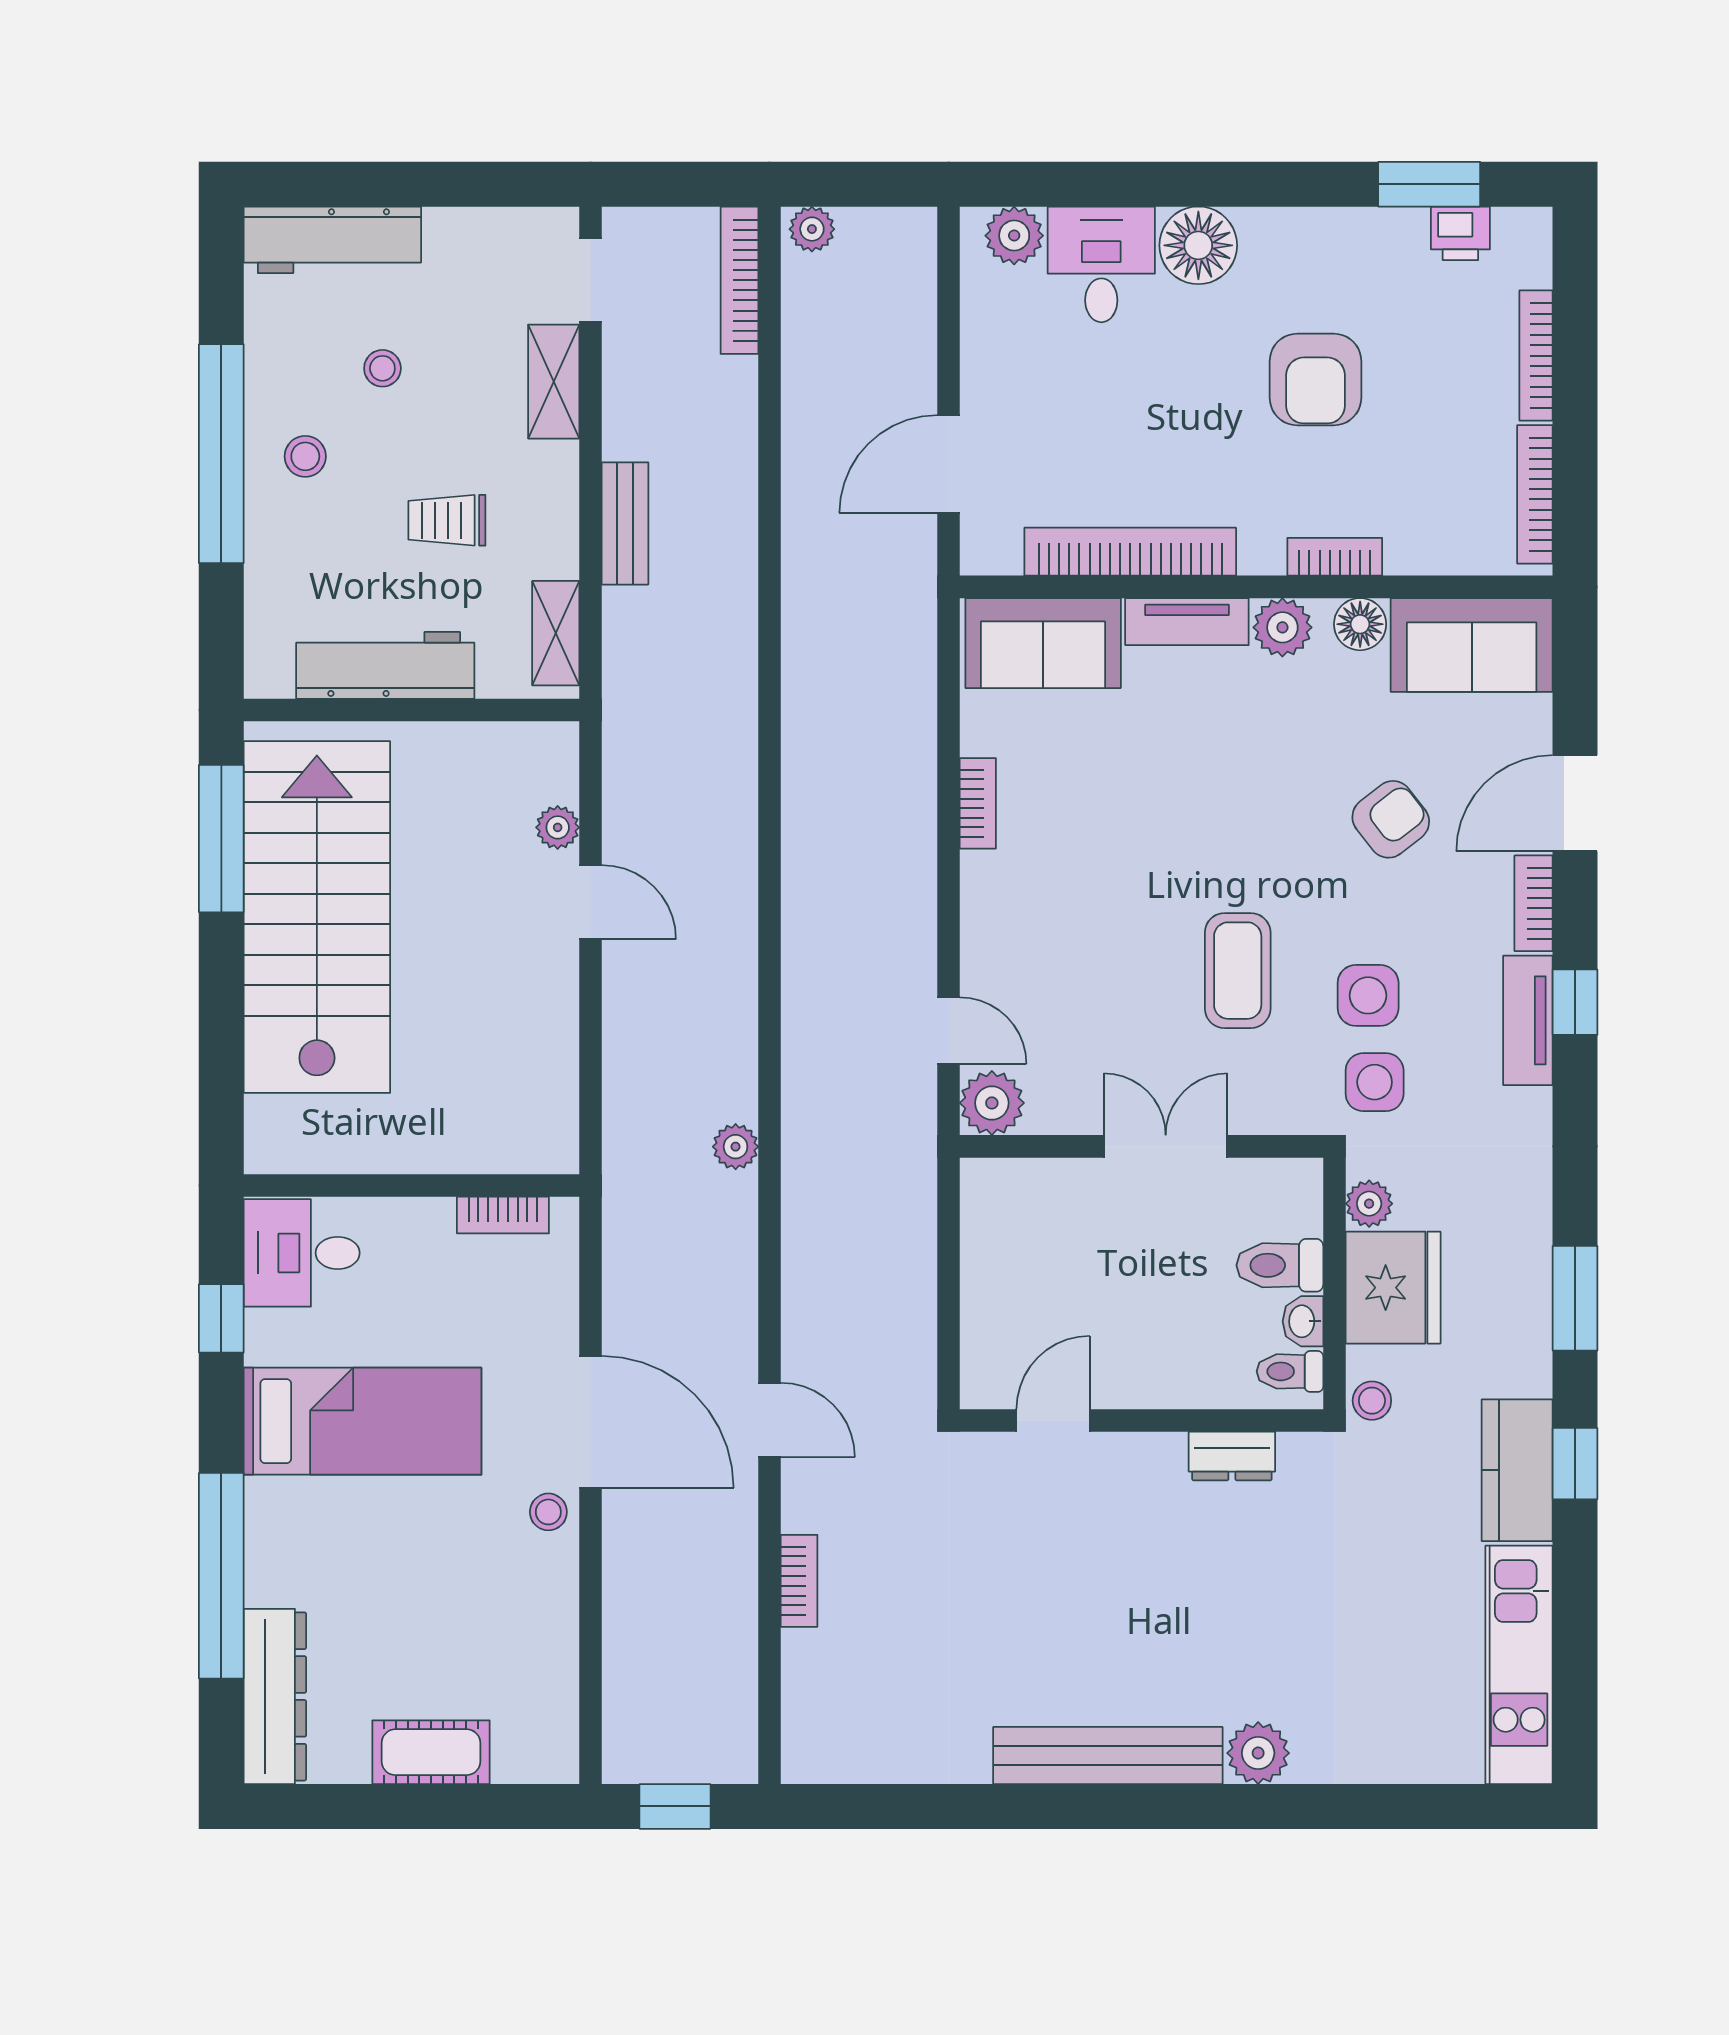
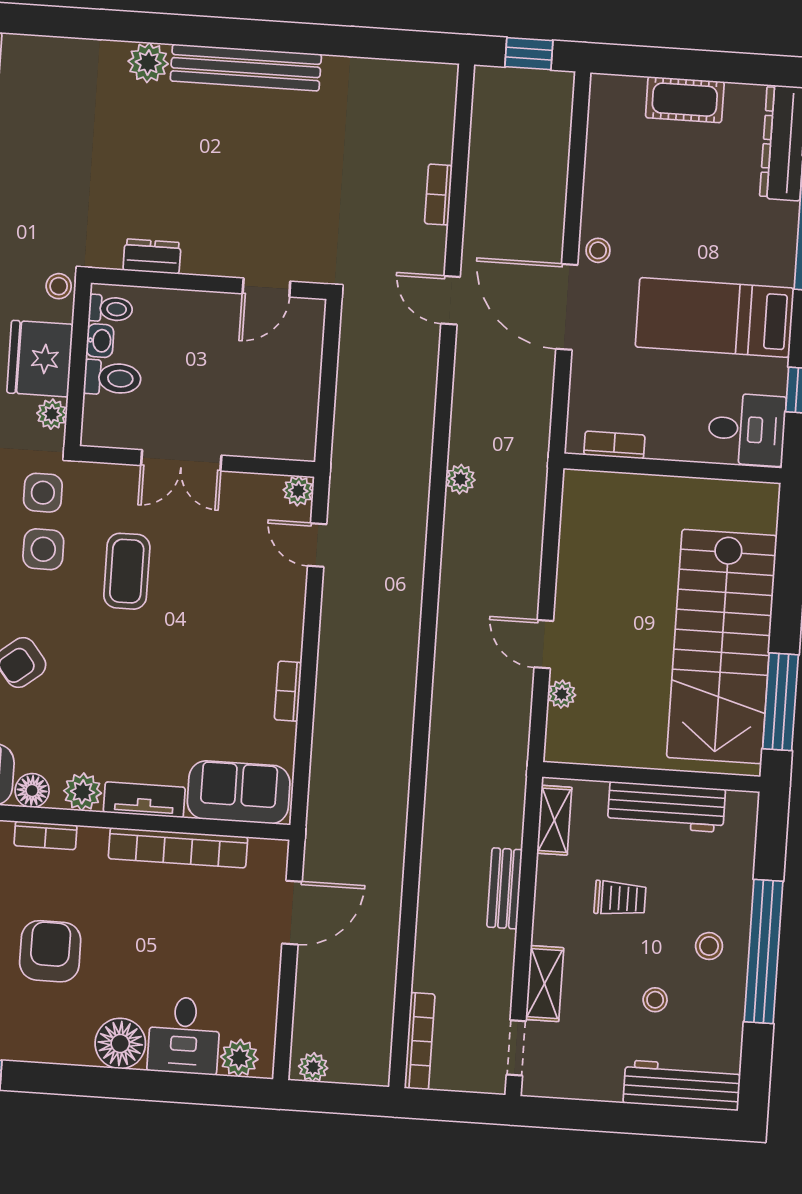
plant: (812, 229) -> (313, 1067), moved
plant: (992, 1103) -> (298, 491), width x0.73, depth x0.73

